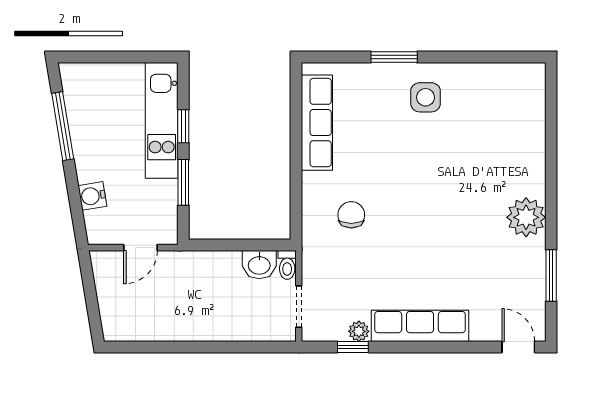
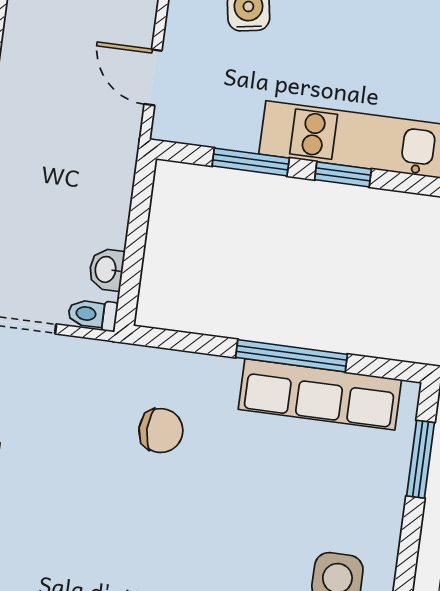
window: (394, 57) -> (421, 459), moved
window: (296, 143) -> (291, 356), added
washbasin: (259, 265) -> (106, 270), width x0.72, depth x0.69

